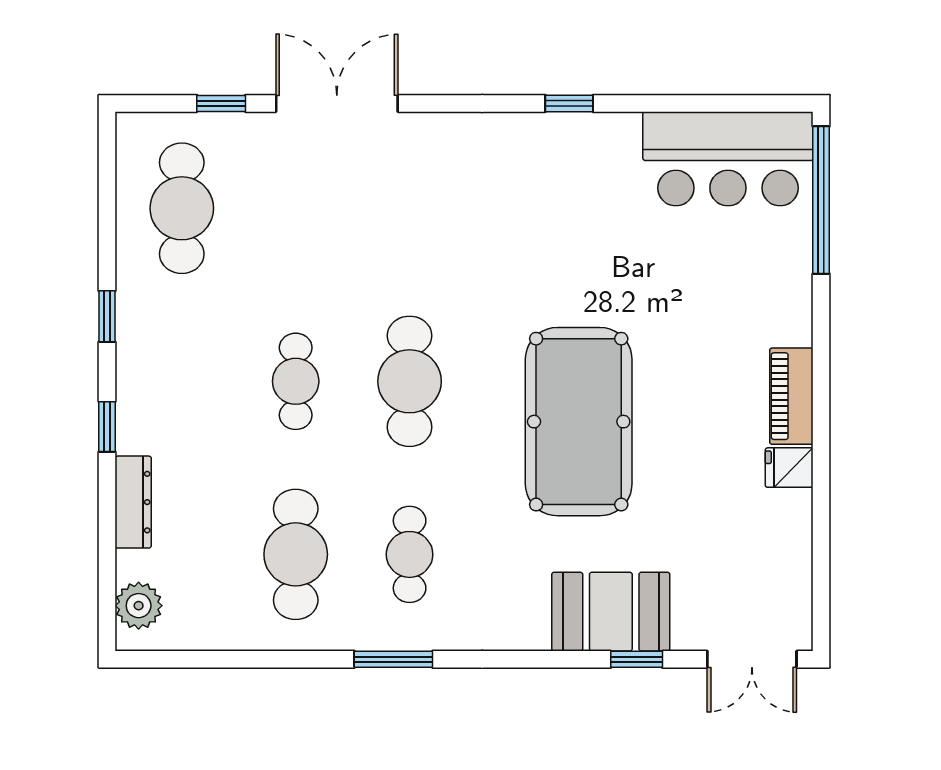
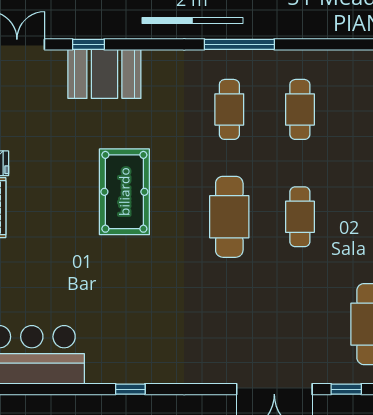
pool table: (579, 422) -> (124, 192), width x0.73, depth x0.76
cafe table: (296, 554) -> (300, 109), width x0.73, depth x0.74
window: (393, 659) -> (239, 44), width x1.44

